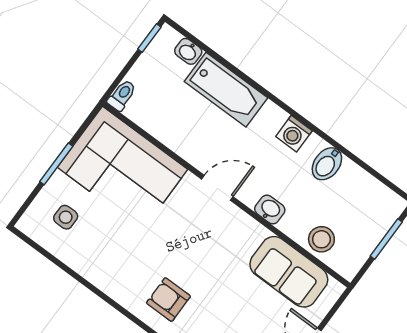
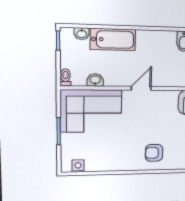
washing machine: (294, 134) -> (159, 38), removed
washbasin: (270, 210) -> (95, 80), moved
side table: (66, 217) -> (78, 165), moved

